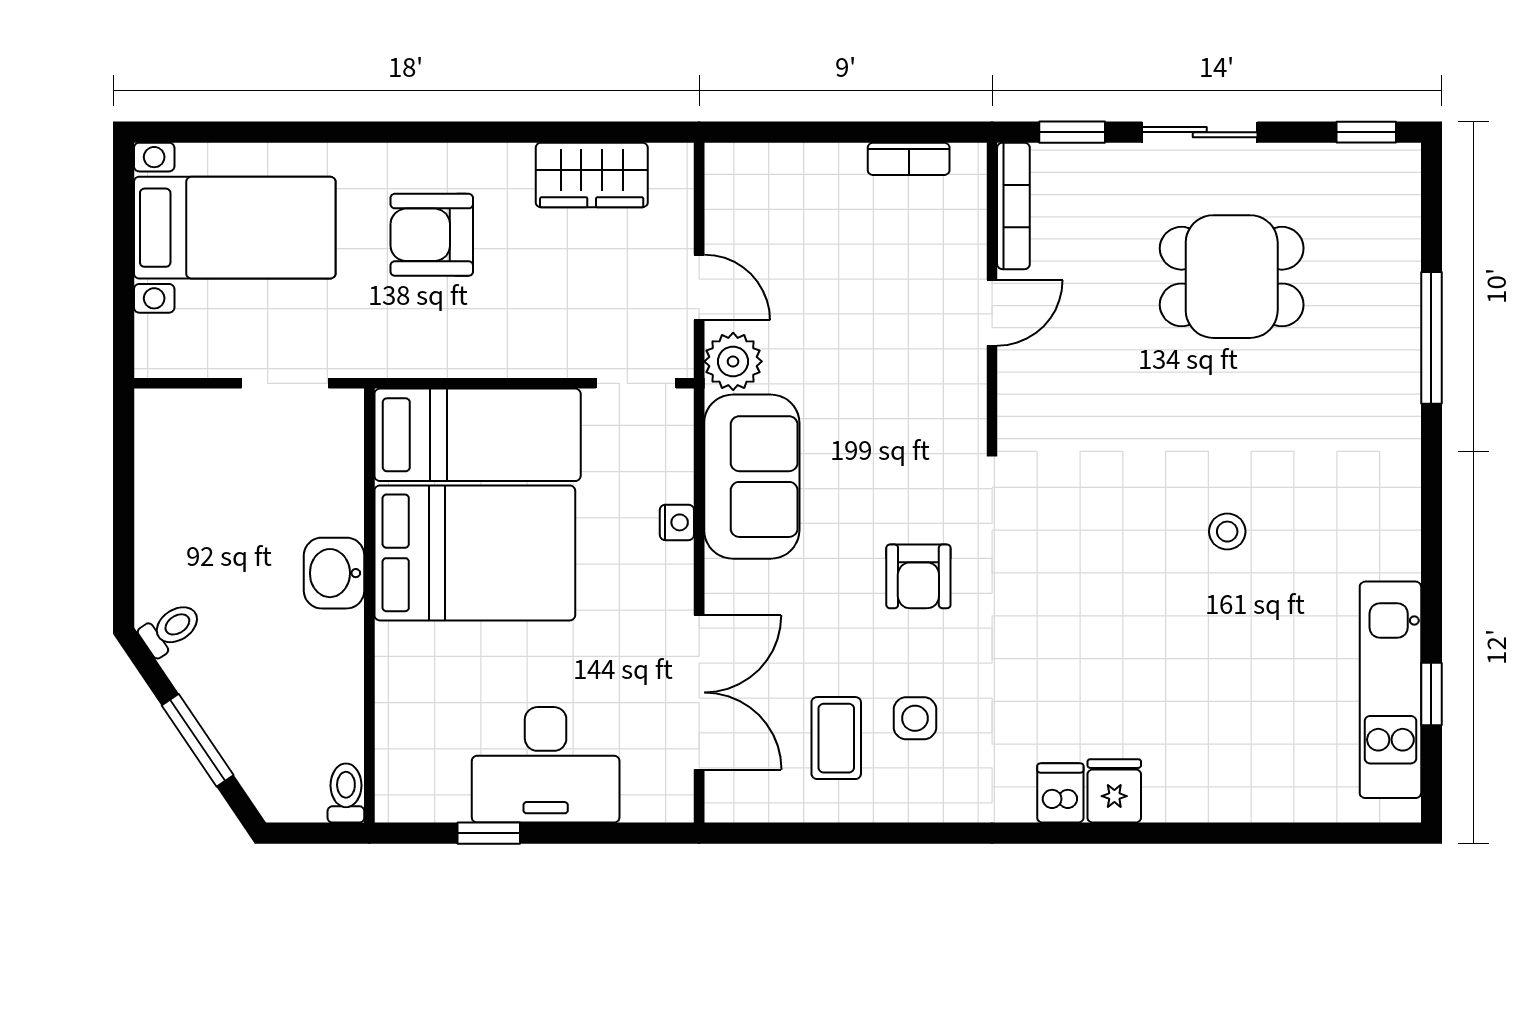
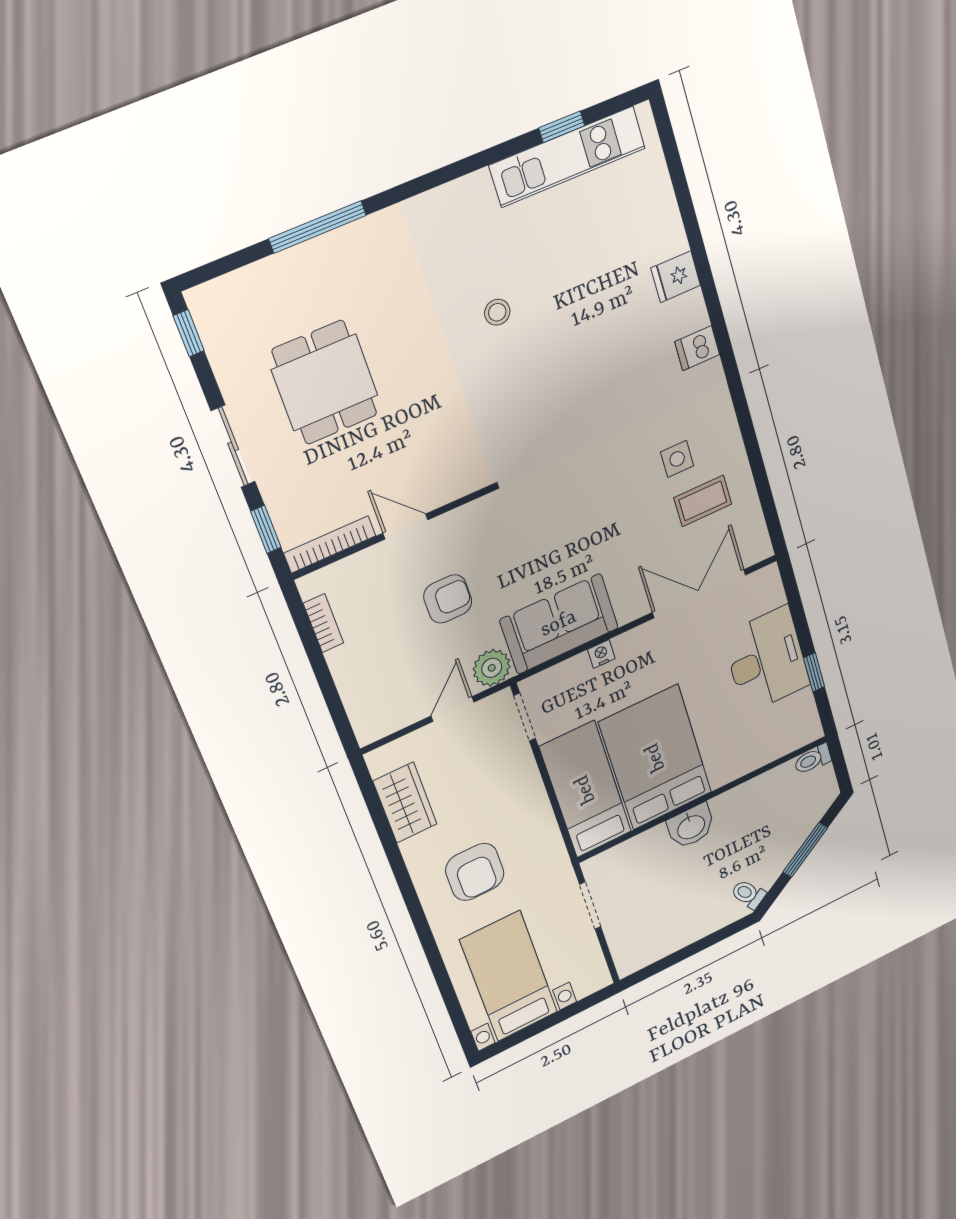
armchair: (918, 576) -> (448, 599), moved
fridge: (1114, 791) -> (676, 277), moved

